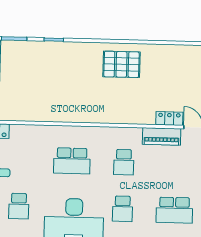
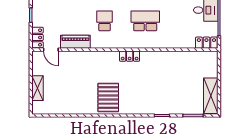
pallet: (121, 64) -> (108, 97), turned 90
locker: (169, 118) -> (130, 56), moved

